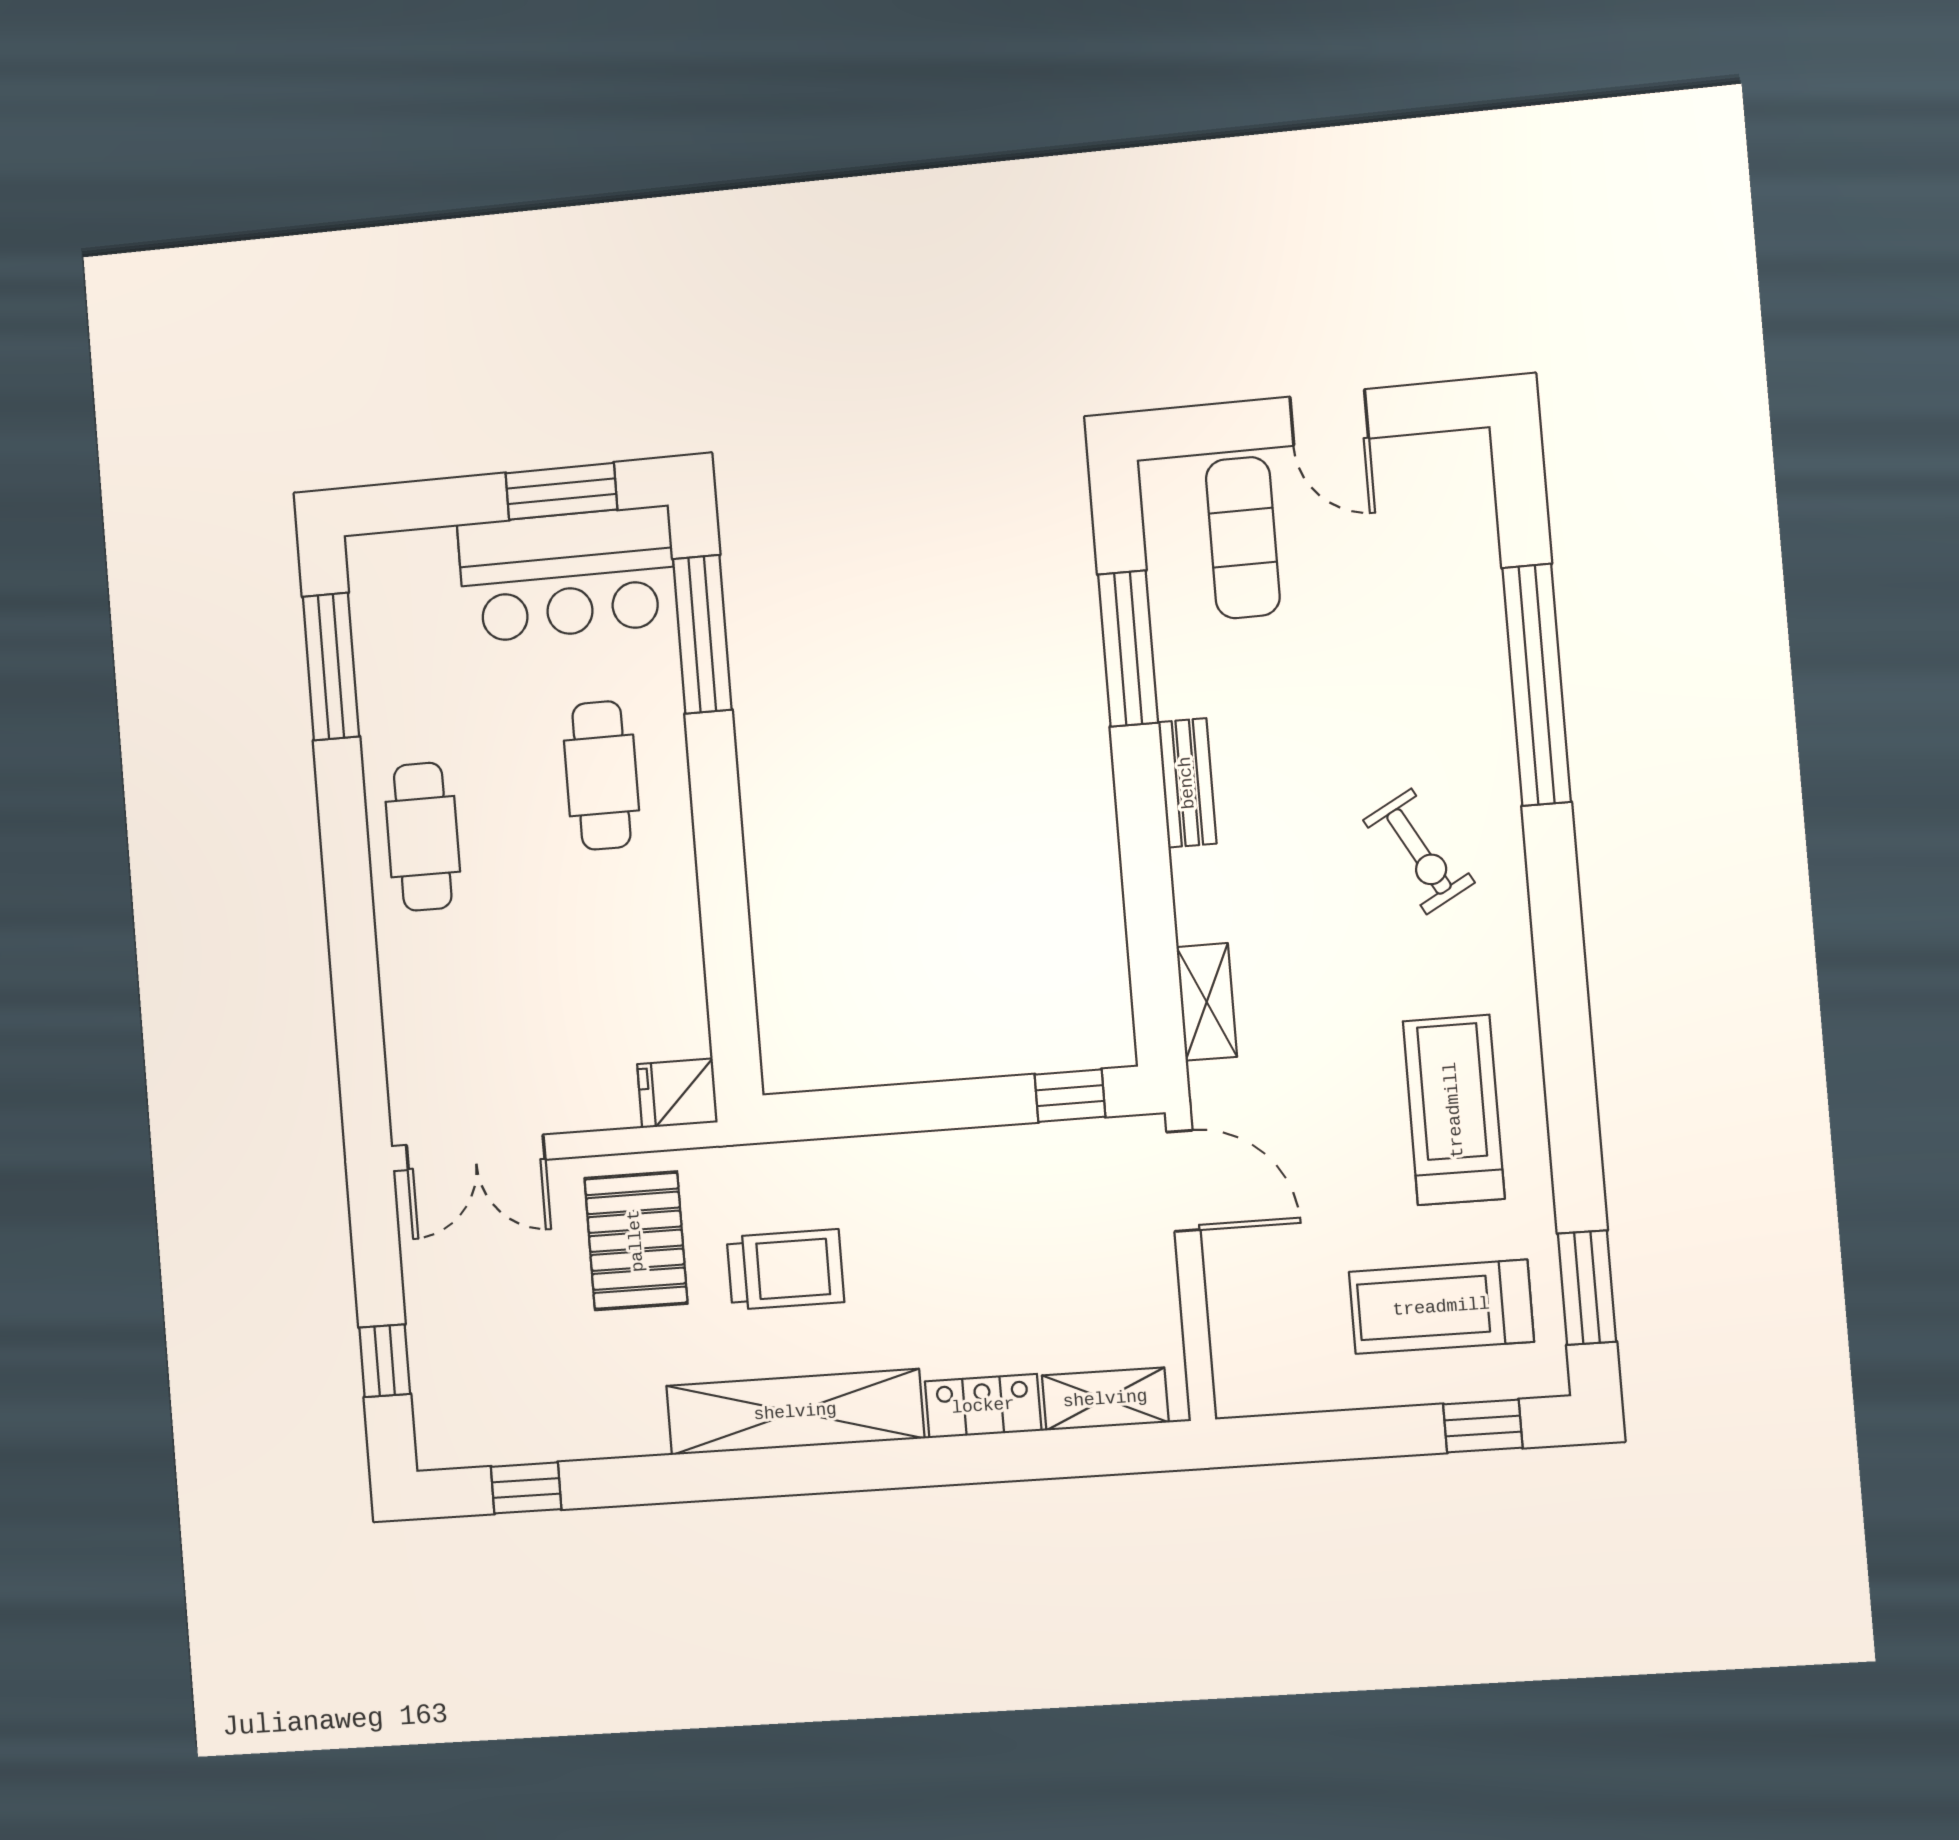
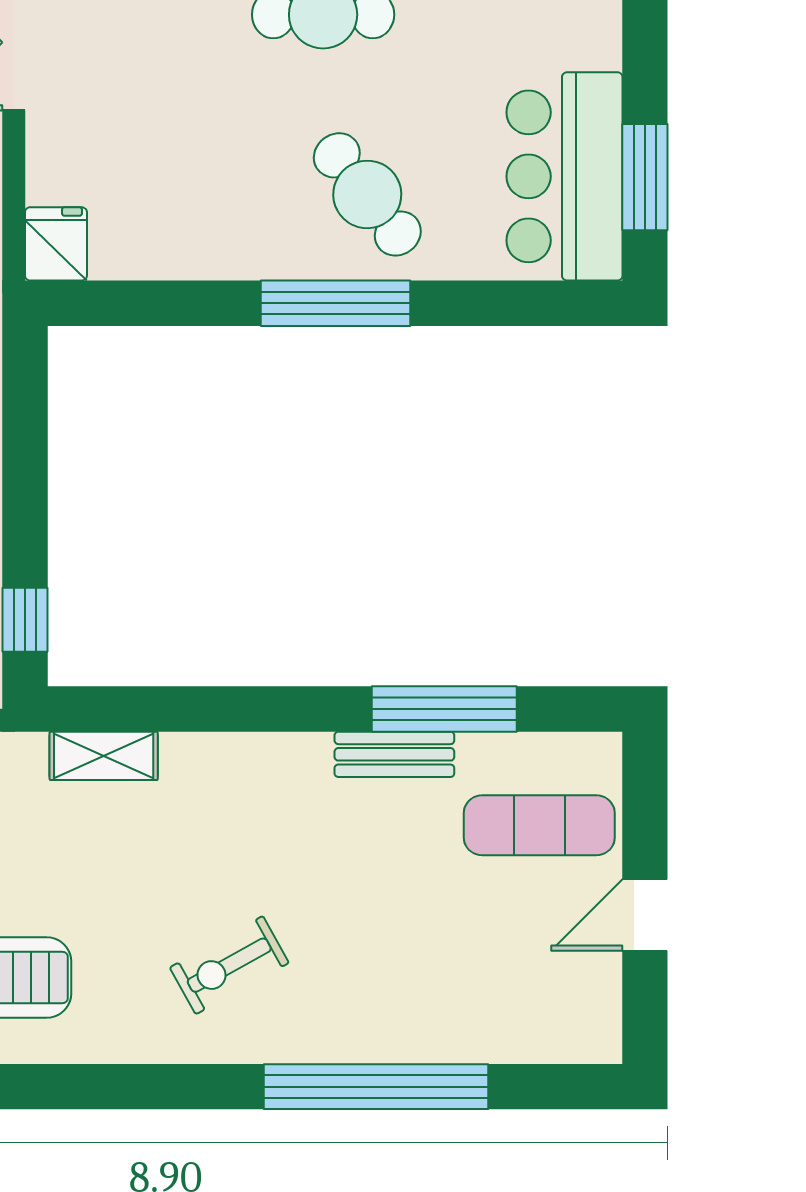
window: (702, 634) -> (336, 303), moved
cafe table: (601, 775) -> (367, 194), turned 52
bench: (1187, 783) -> (394, 754), moved

